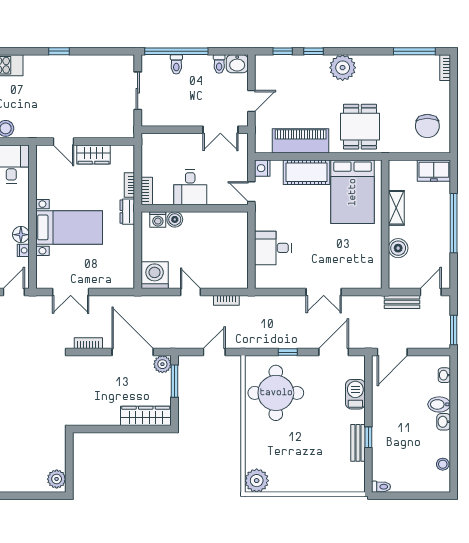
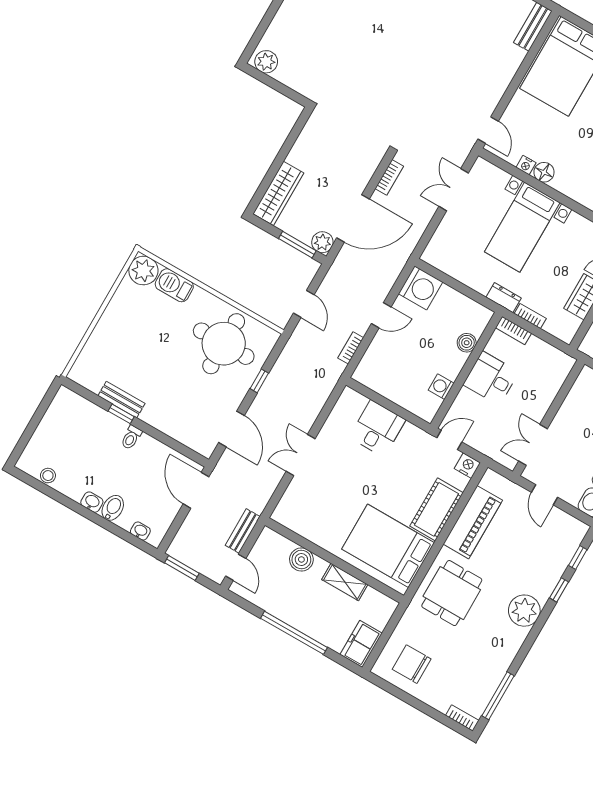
dining table: (360, 127) -> (452, 593), turned 90
washing machine: (158, 220) -> (441, 387), moved
barbecue: (355, 394) -> (174, 285), moved, turned 180
toilet: (381, 487) -> (131, 437), moved

